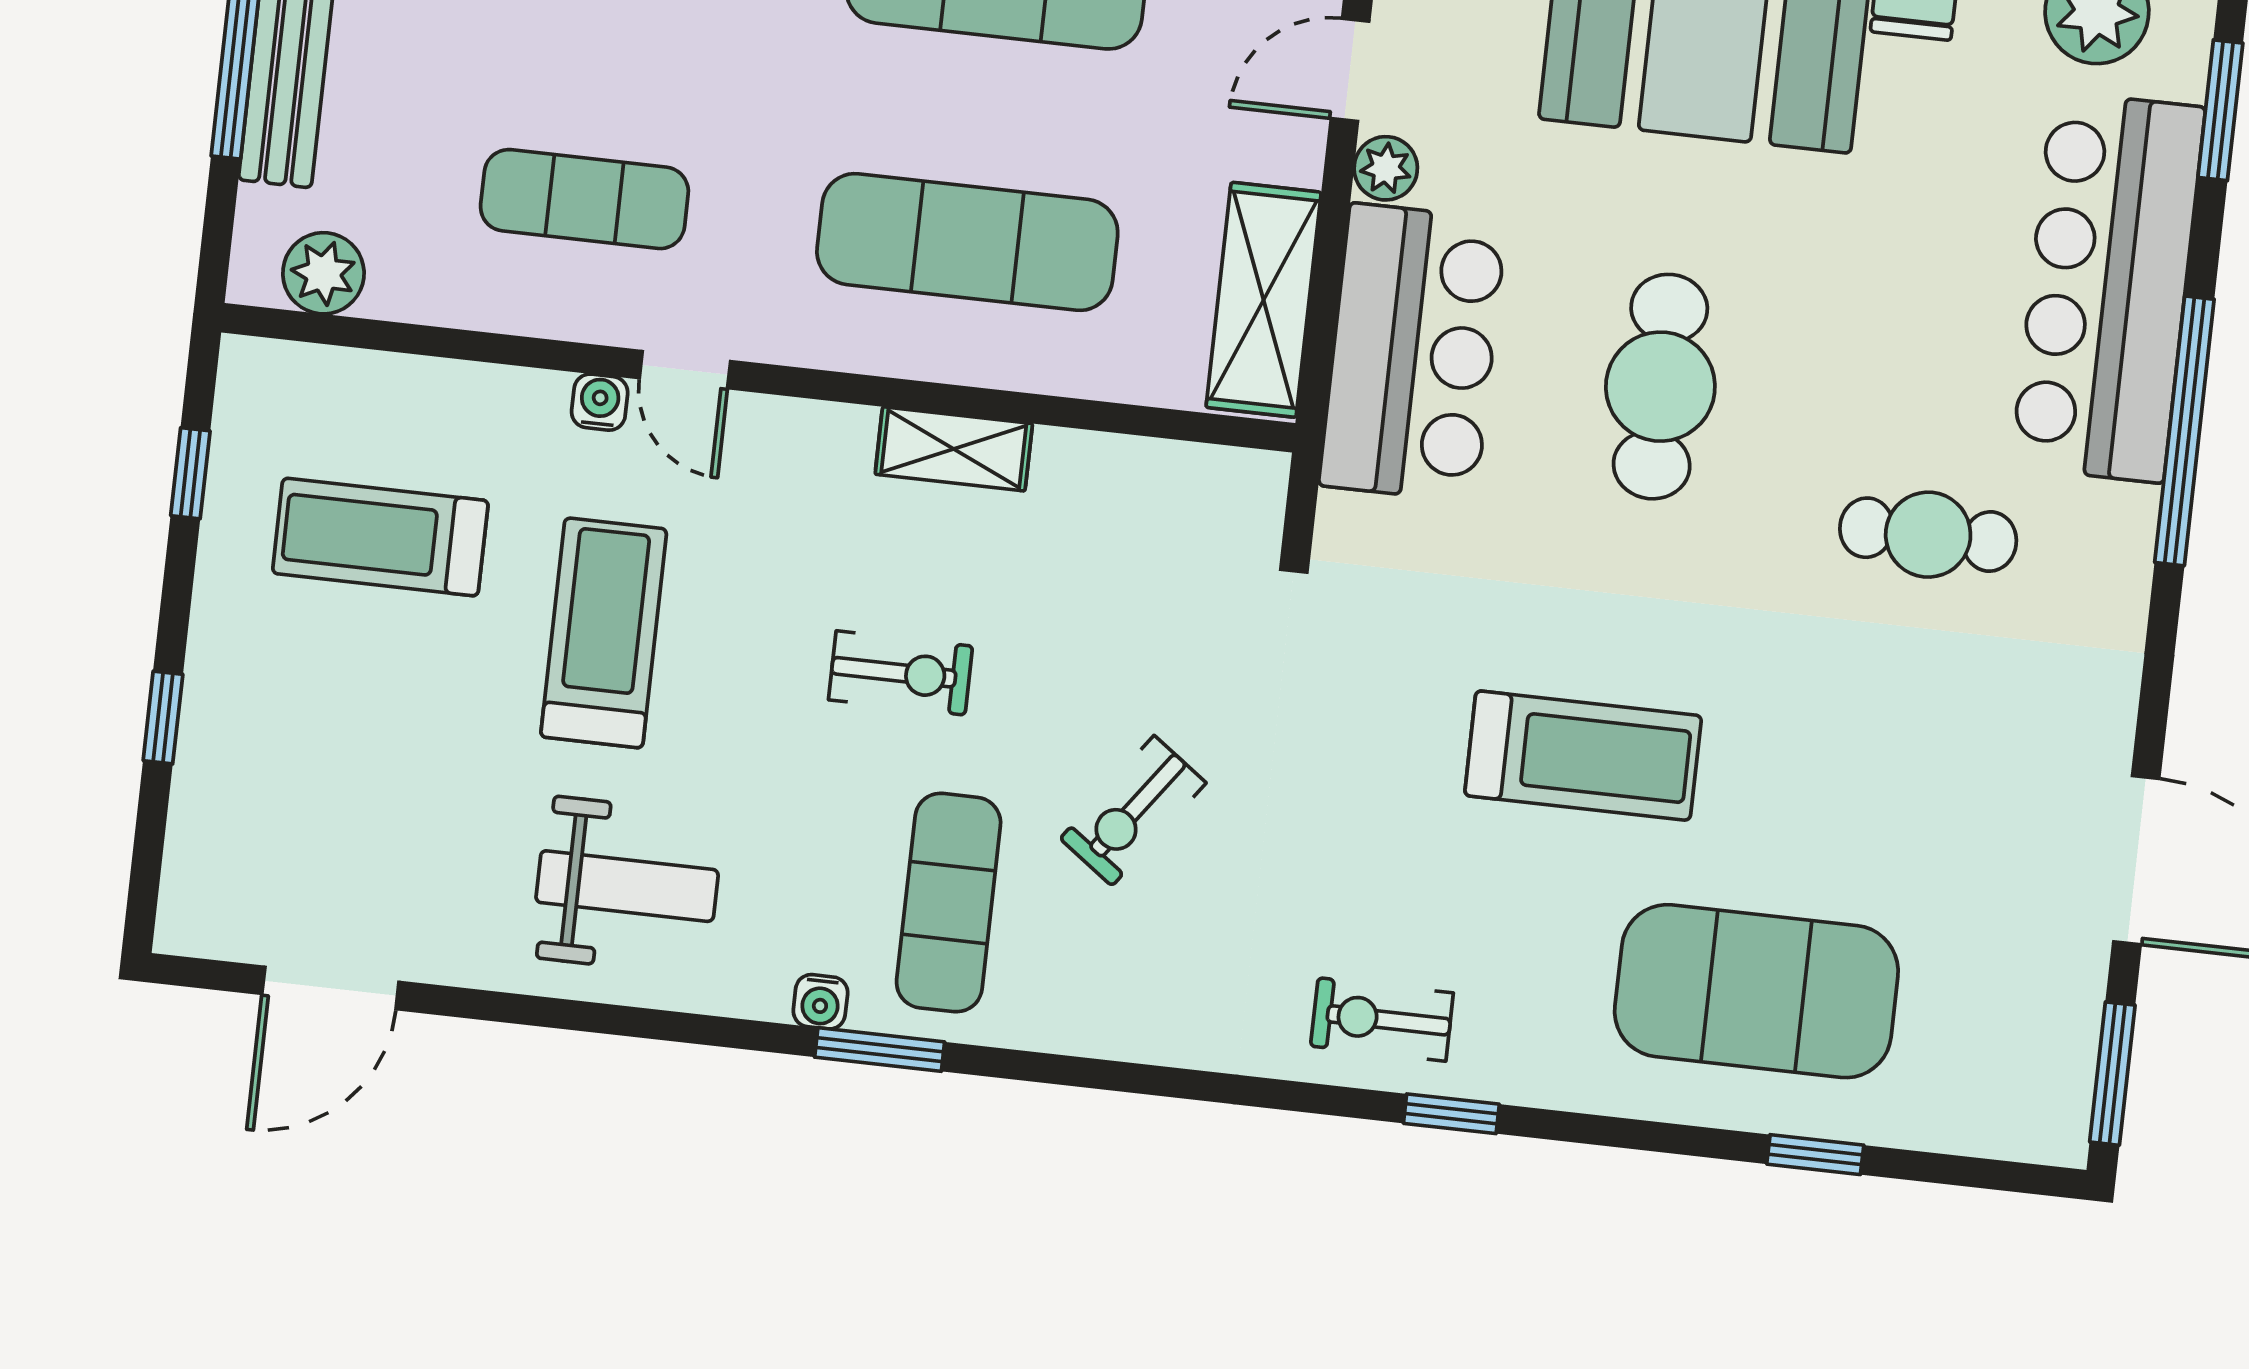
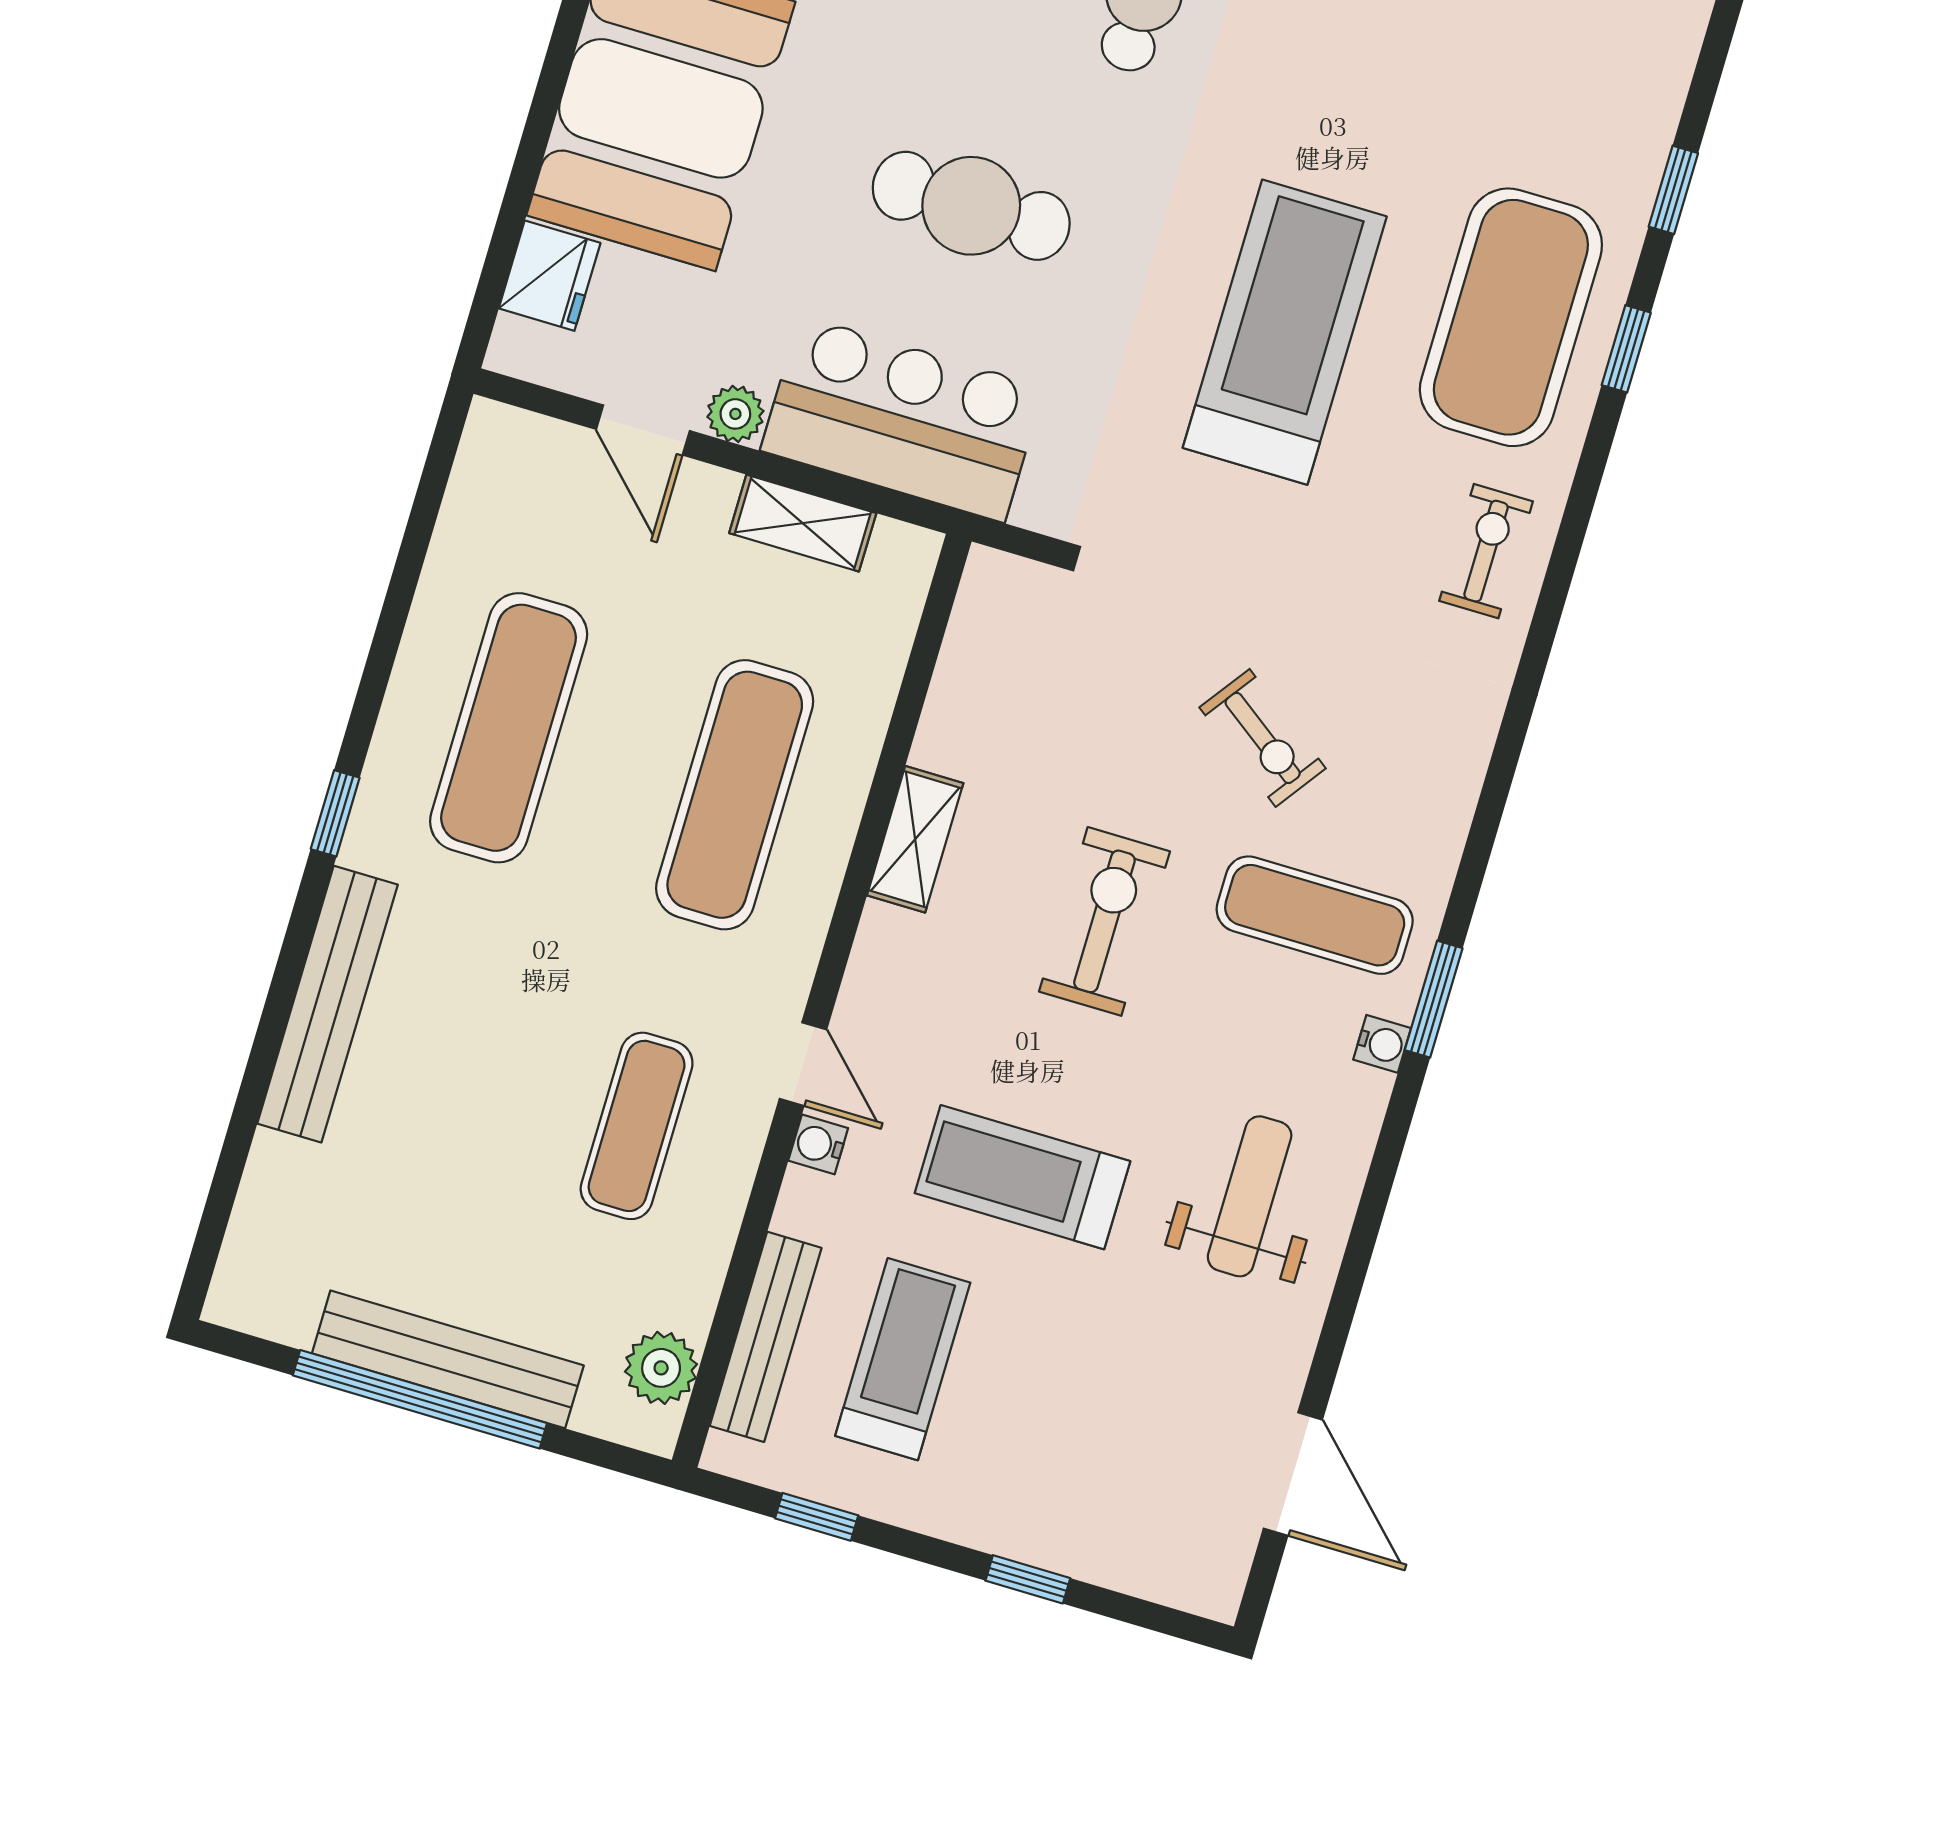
shelving: (1264, 300) -> (803, 523), width x0.67, depth x0.75
door: (685, 370) -> (803, 1064), hinge flipped
bench: (378, 382) -> (766, 1337), added
treadmill: (380, 537) -> (903, 1359), turned 180
exercise bike: (901, 673) -> (1104, 921), width x1.38, depth x1.39
treadmill: (1583, 756) -> (1285, 332), width x1.37, depth x1.38
exercise mat: (1756, 991) -> (1511, 317), moved
exercise bike: (1382, 1020) -> (1486, 551), turned 180
window: (1451, 1114) -> (1626, 349), moved

